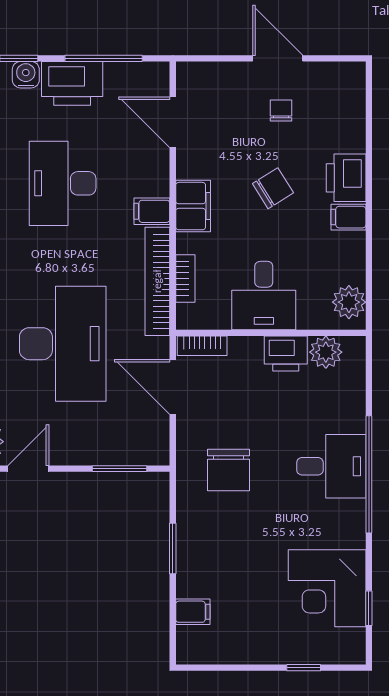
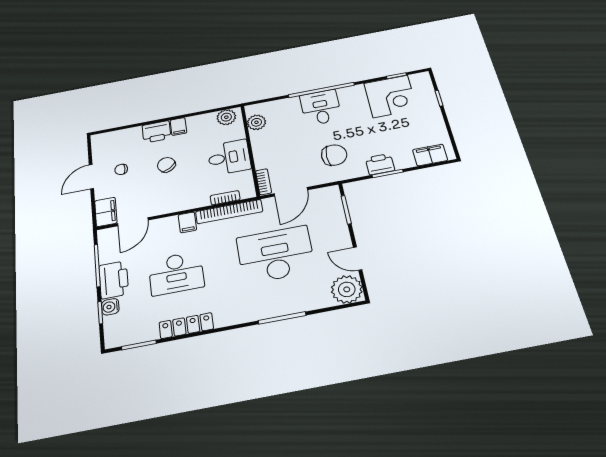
filing cabinet: (193, 206) -> (106, 212), moved, turned 90
printer: (286, 354) -> (380, 164), moved, turned -90
filing cabinet: (193, 612) -> (430, 155), width x2.00

